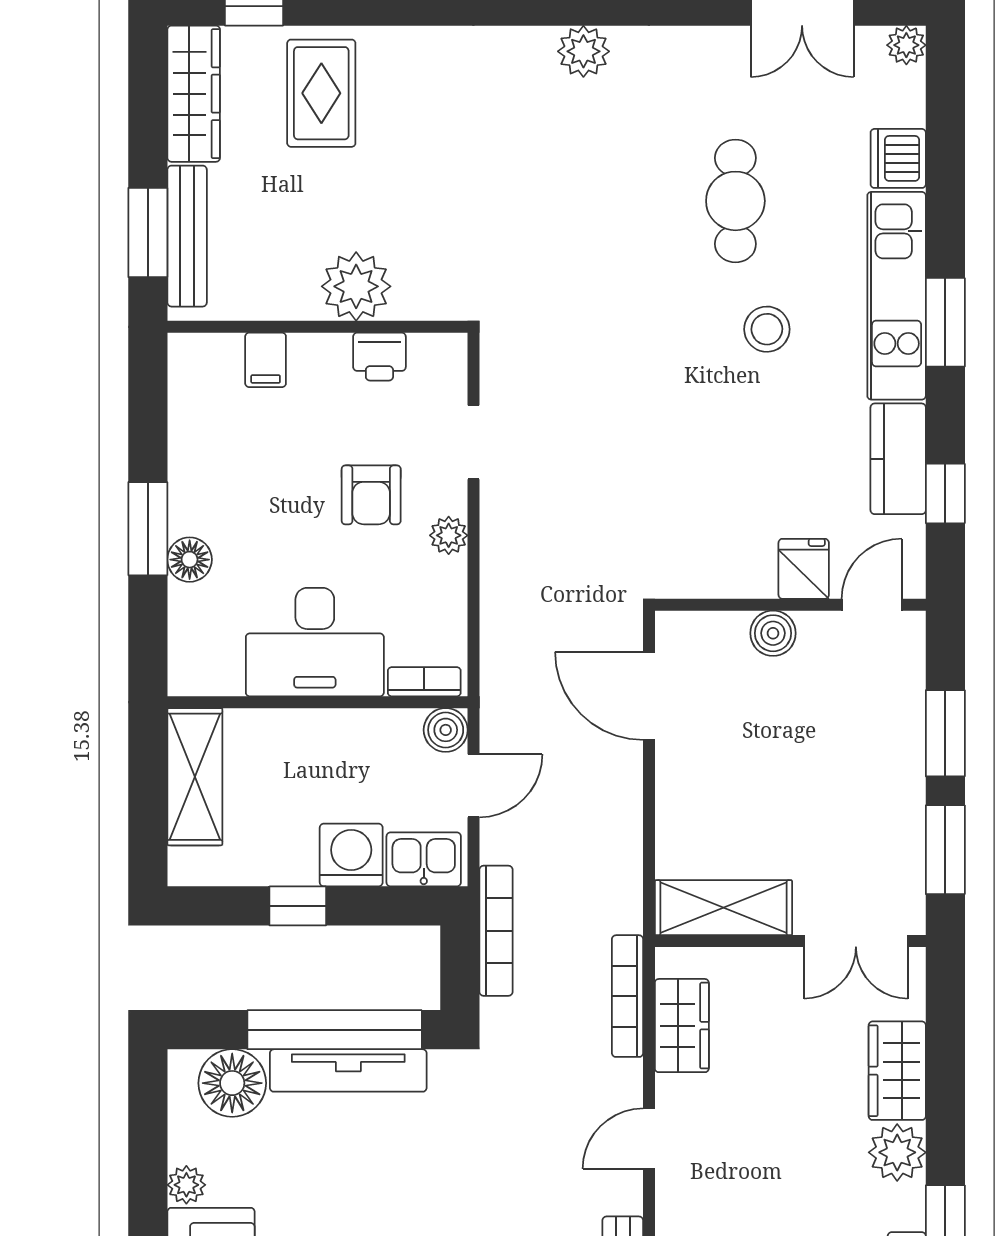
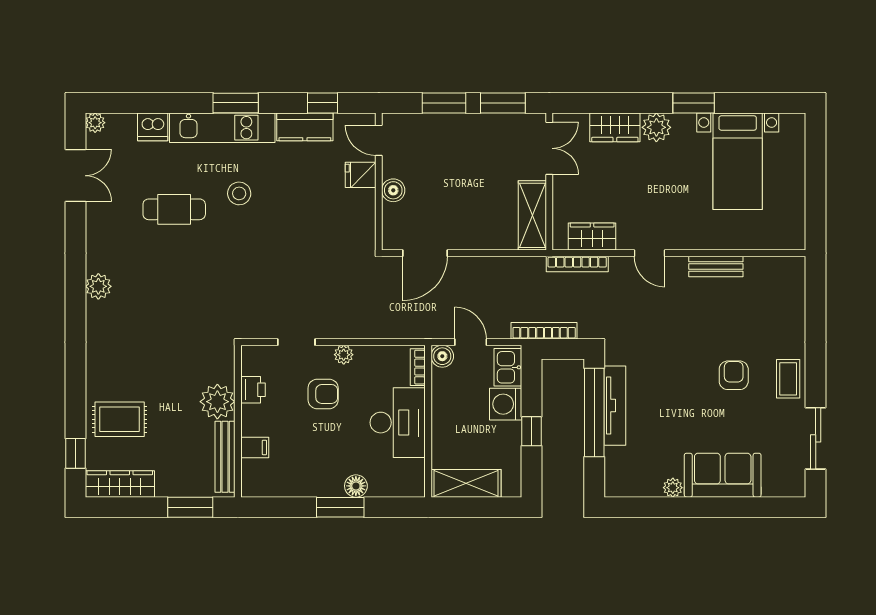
bench: (187, 236) -> (225, 457), moved, turned 90
floor lamp: (232, 1083) -> (621, 464), removed

